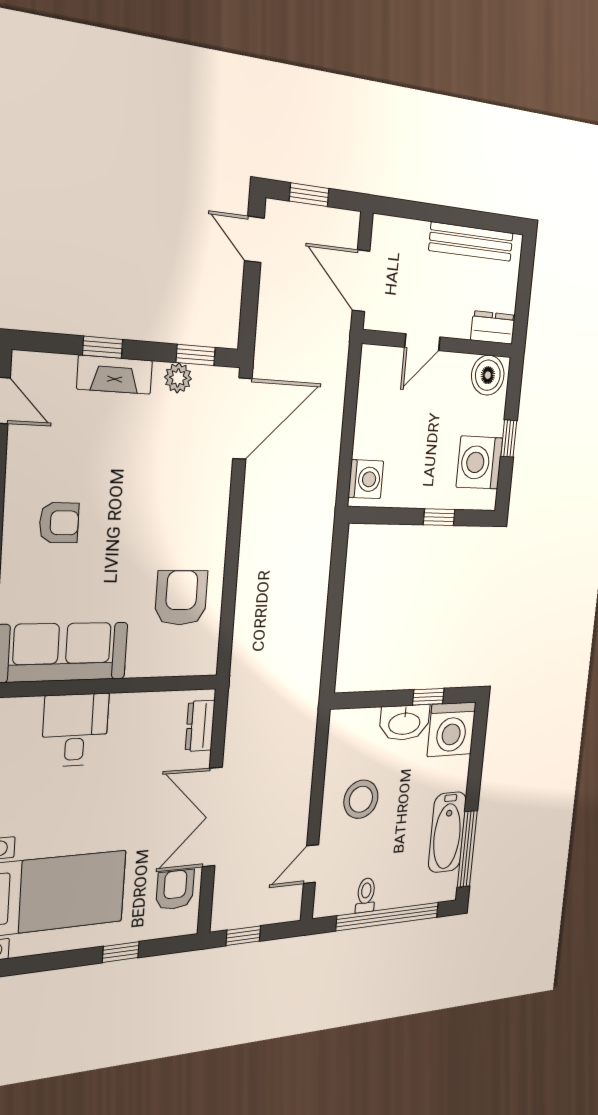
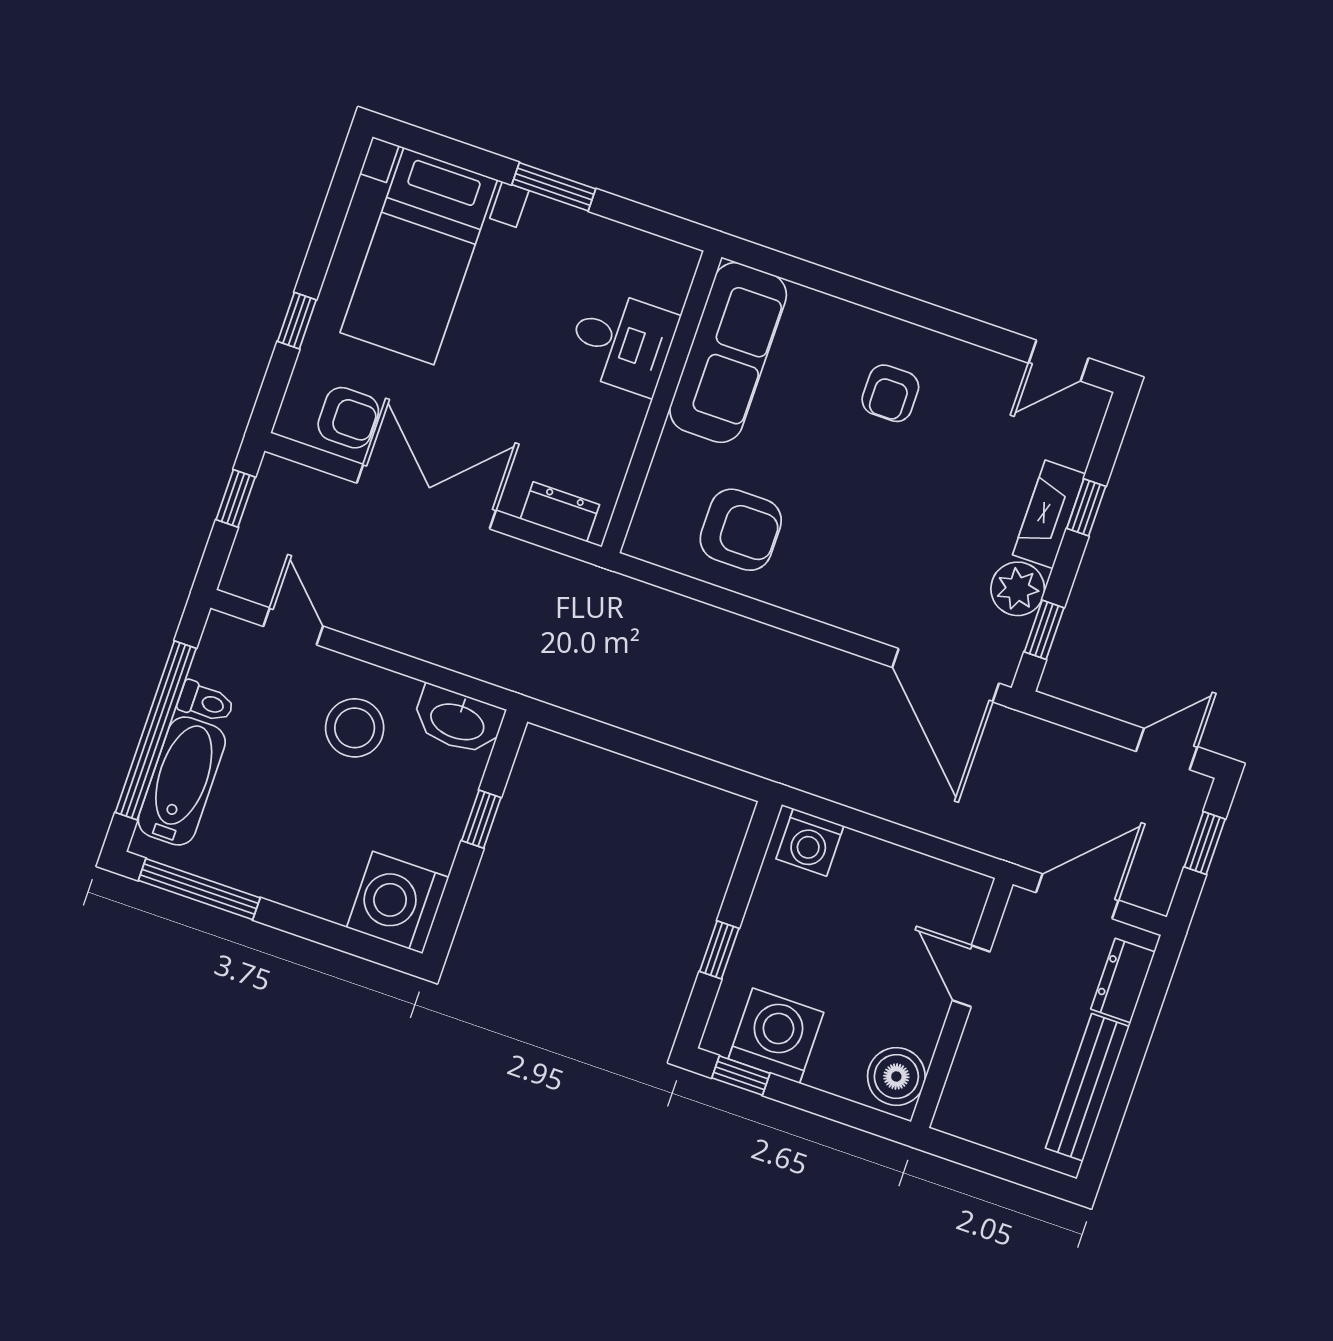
dresser: (493, 328) -> (1123, 981), moved, turned 180
plant: (178, 378) -> (1018, 589), width x1.38, depth x1.38
window: (509, 438) -> (741, 1076), moved
window: (428, 697) -> (481, 819), moved
washbasin: (404, 723) -> (458, 720), moved, turned -90
bathtub: (447, 832) -> (182, 781), moved, turned 90

